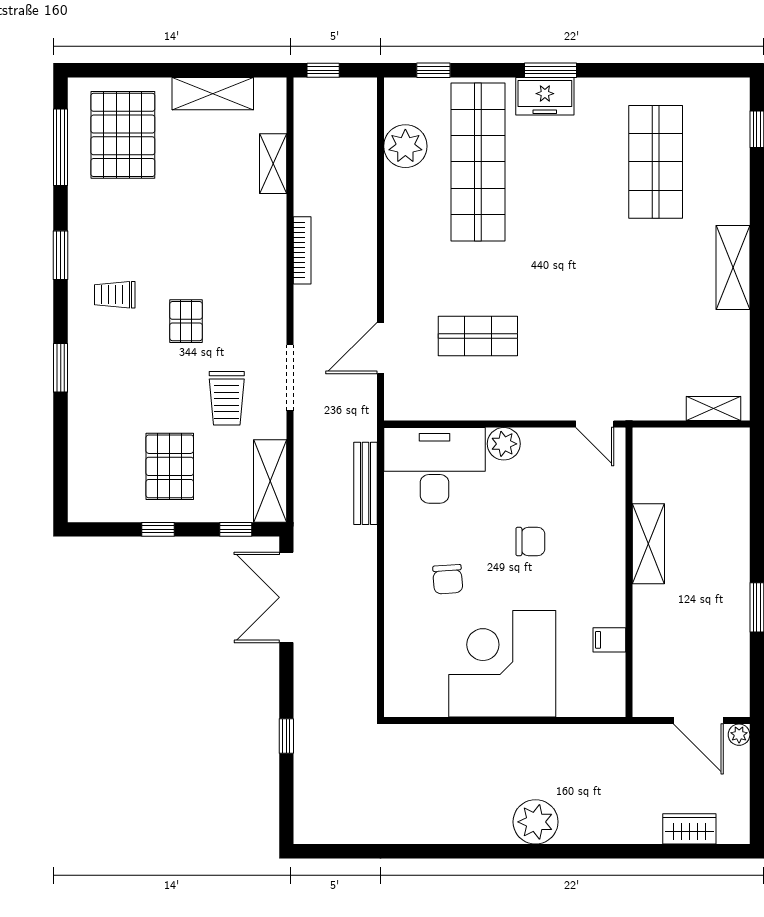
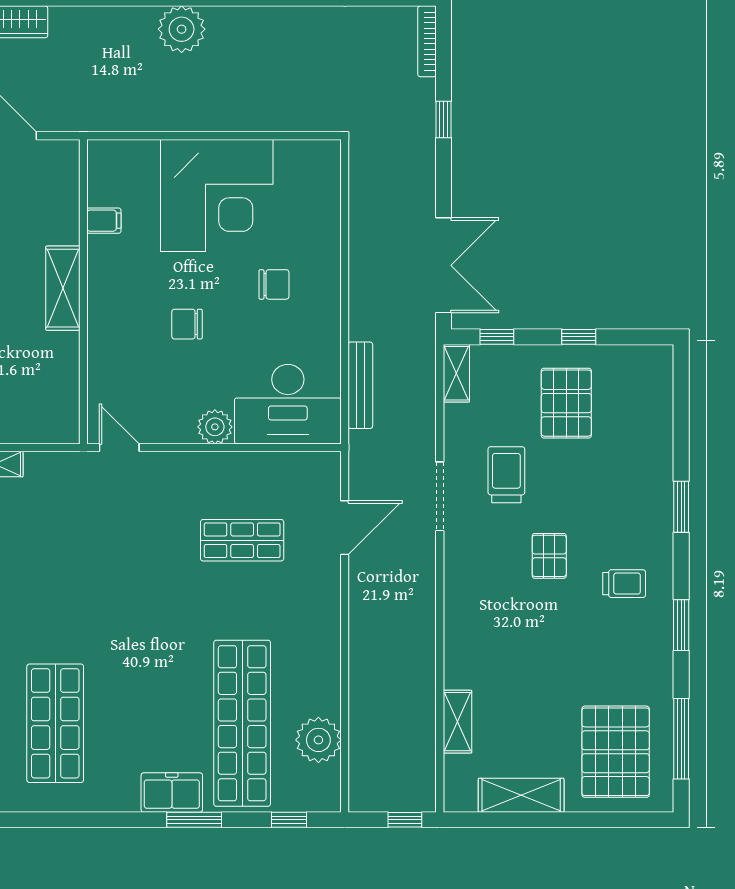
window: (551, 70) -> (194, 820), moved
bookcase: (302, 250) -> (427, 41), moved
shelving: (270, 481) -> (456, 373), width x0.67, depth x0.75
shelving: (648, 544) -> (63, 288), moved
chair: (448, 579) -> (274, 284), turned 94

